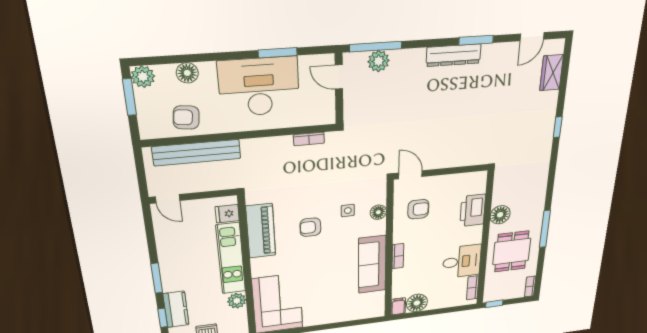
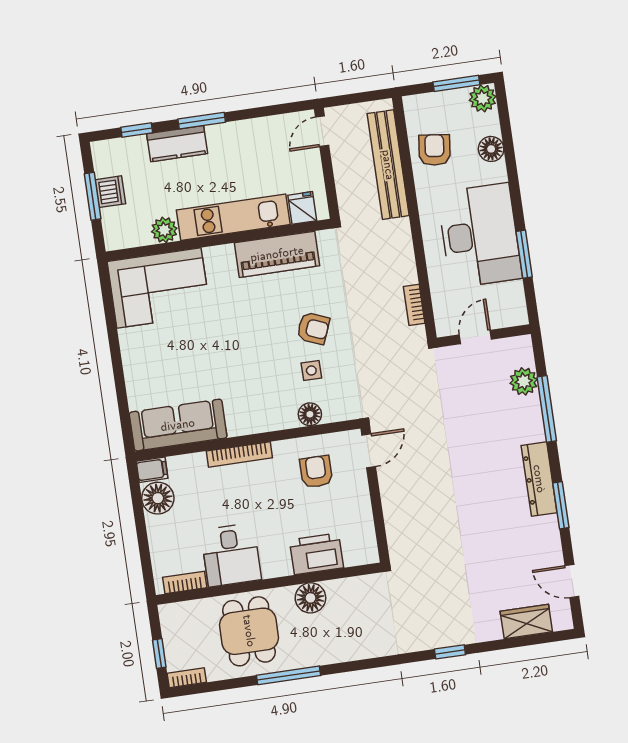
window: (376, 47) -> (547, 409), moved
door: (339, 77) -> (475, 337), moved
armchair: (418, 209) -> (316, 472), turned 180
armchair: (310, 227) -> (313, 328), moved, turned 112
dining table: (512, 252) -> (249, 631), turned 90
bookcase: (398, 256) -> (239, 454), width x1.56
sofa: (372, 265) -> (178, 425), moved
window: (494, 304) -> (159, 653), moved
kitchen counter: (176, 309) -> (177, 144), moved

